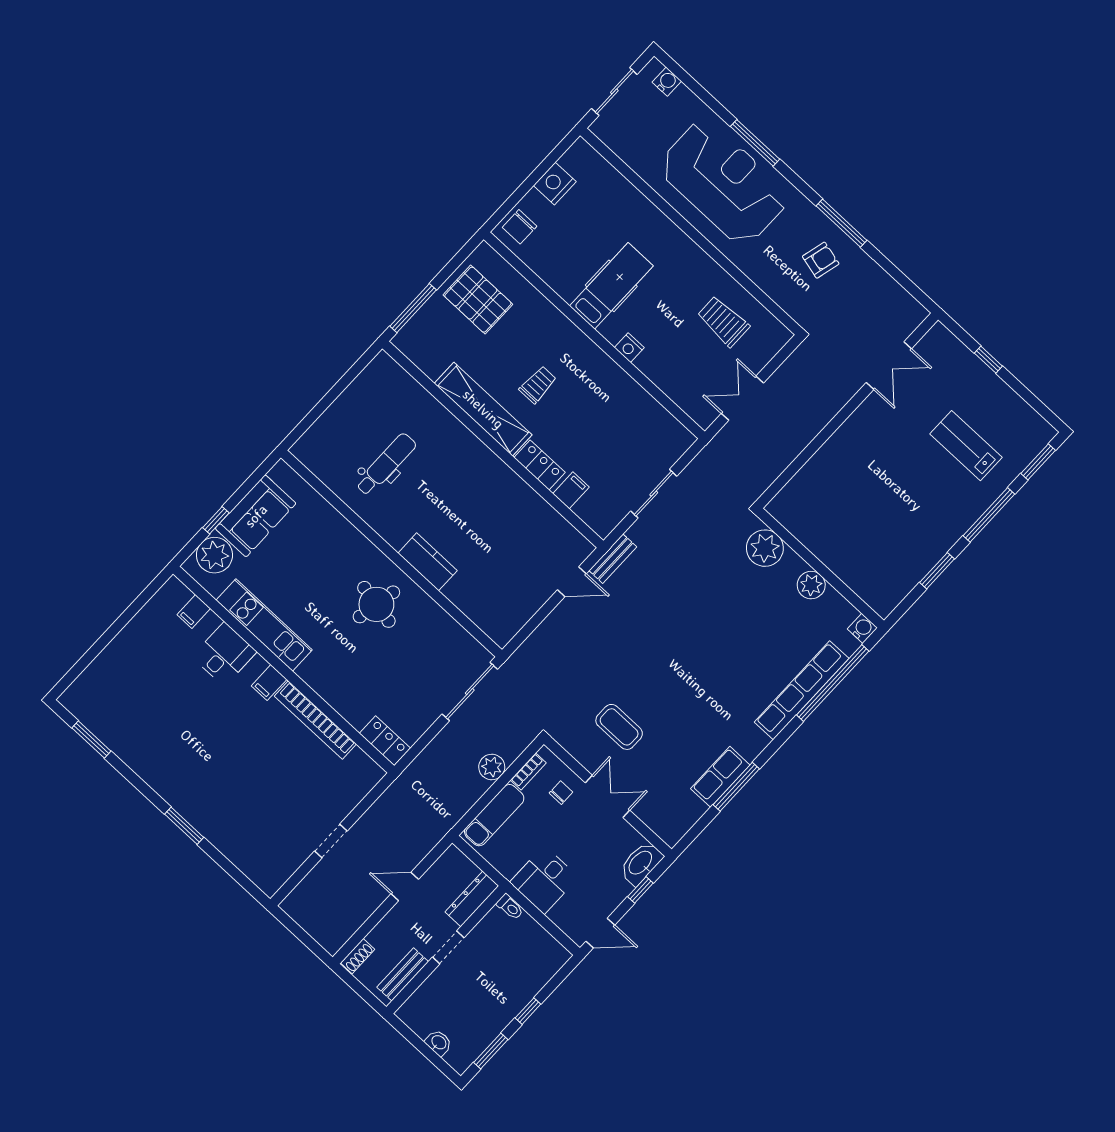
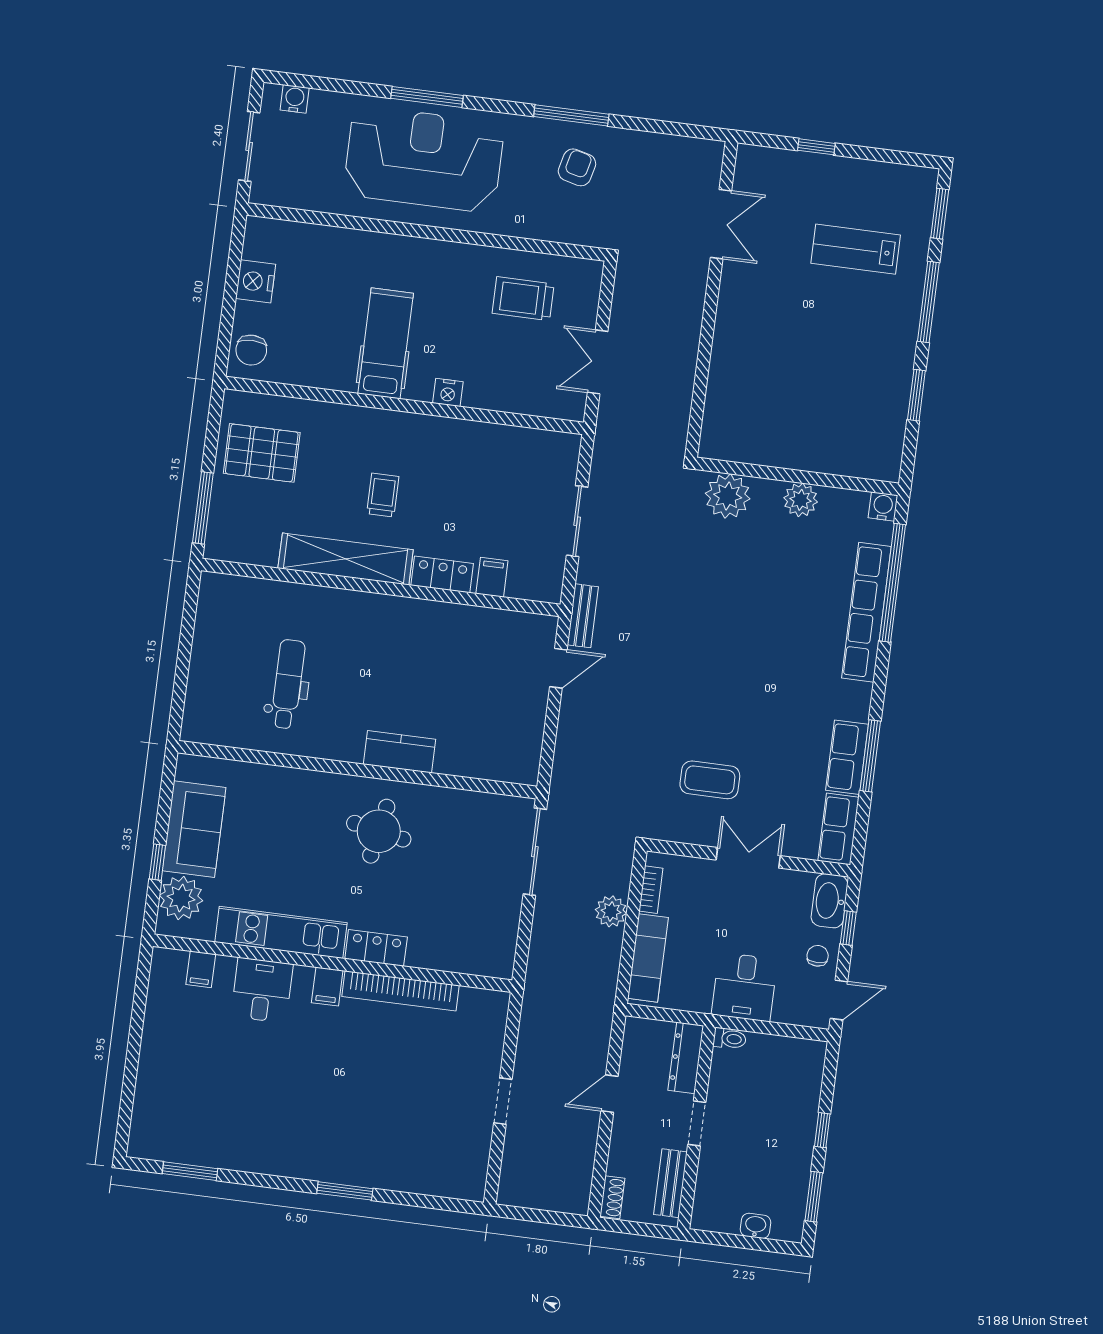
locker: (385, 741) -> (376, 948), moved
chair: (561, 793) -> (818, 956), moved
row of seats: (681, 820) -> (838, 829), added

